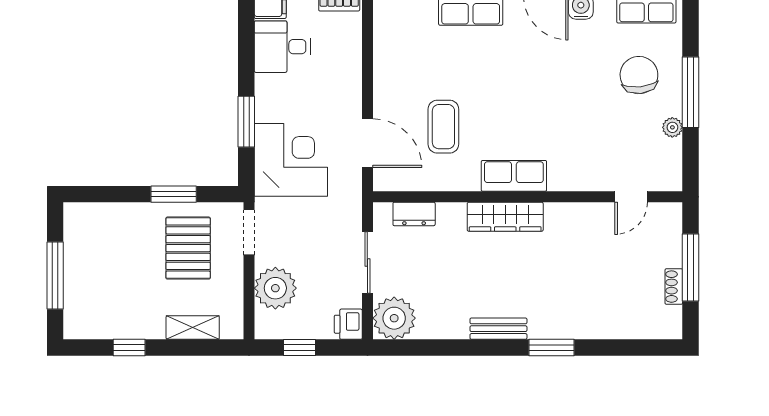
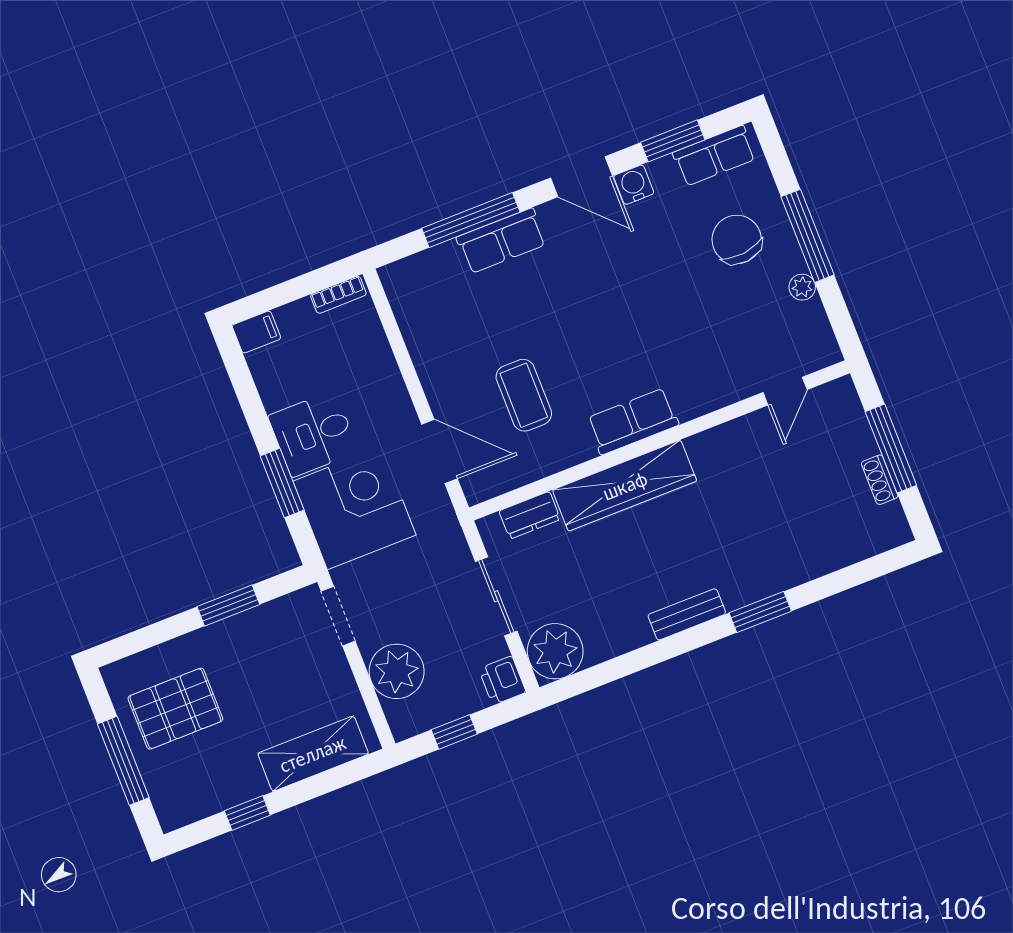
desk: (282, 47) -> (313, 434), moved
wardrobe: (505, 217) -> (625, 486), width x1.40, depth x1.17
pallet: (188, 248) -> (175, 709), moved, turned 90
shelving: (193, 328) -> (313, 754), width x1.50, depth x1.33

